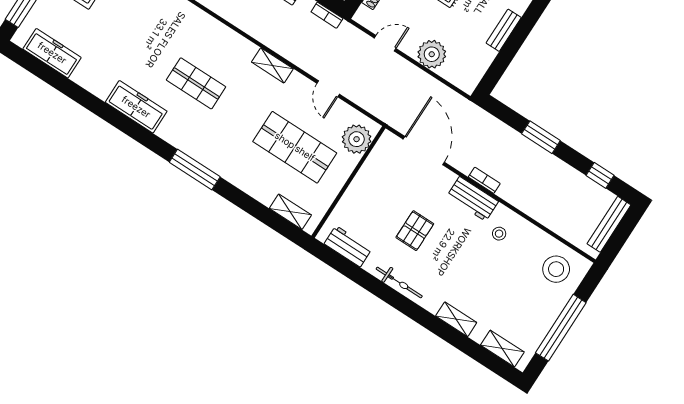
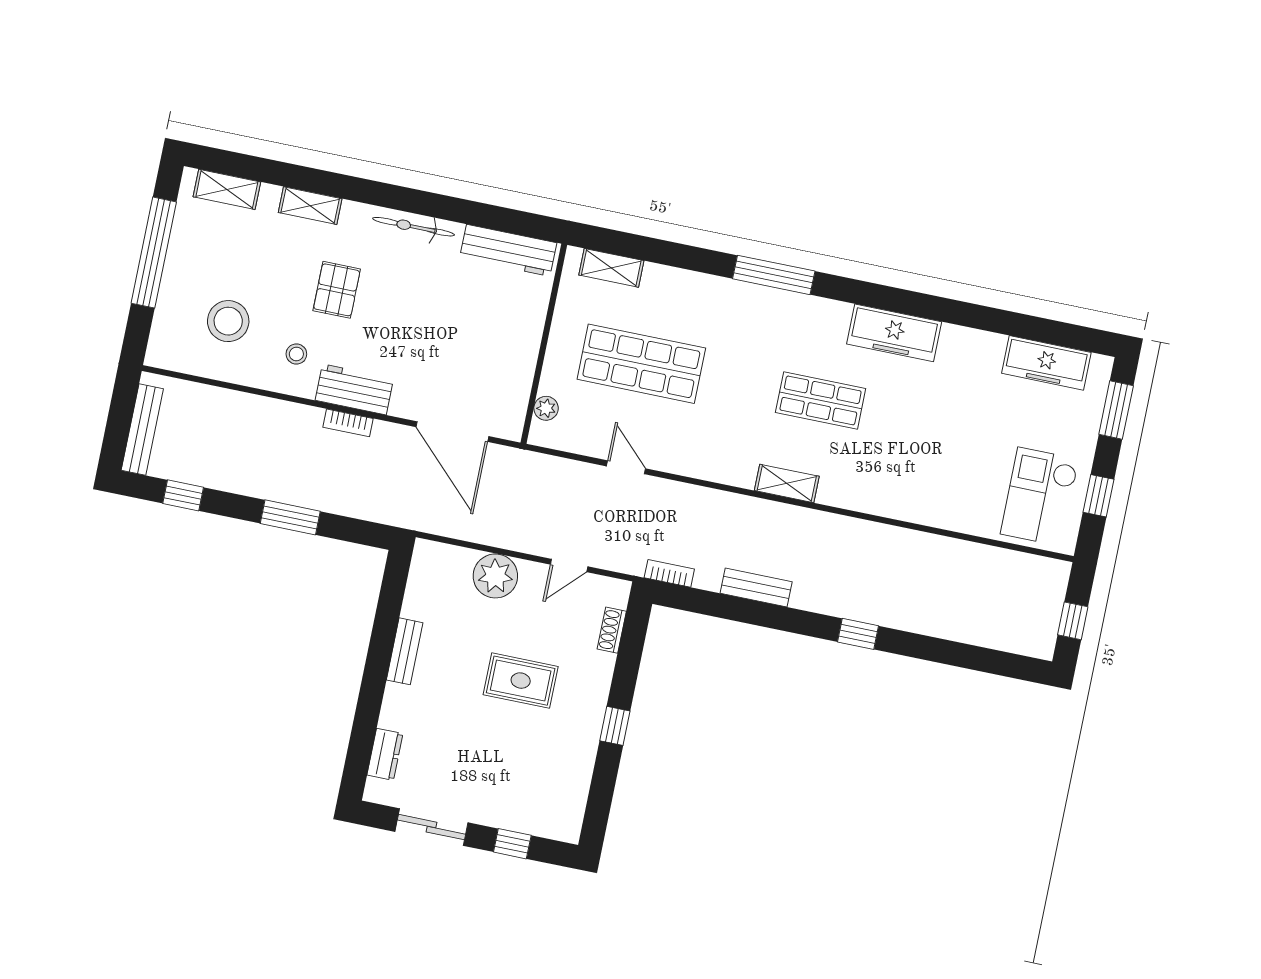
shelving: (272, 65) -> (787, 483), moved
plant: (357, 139) -> (546, 408), width x0.53, depth x0.53
pallet: (415, 231) -> (337, 290), moved
workbench: (348, 246) -> (508, 250), width x1.38
stool: (556, 269) -> (228, 321), moved

